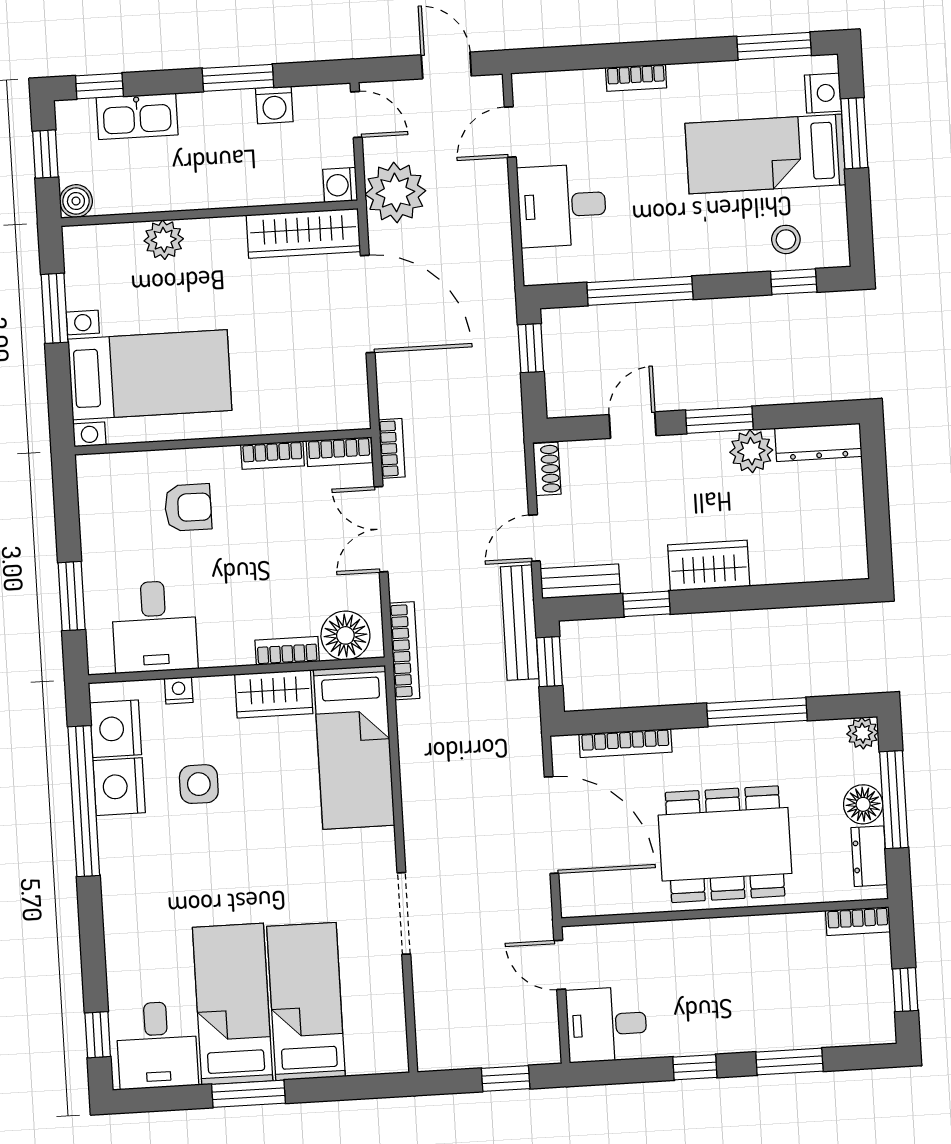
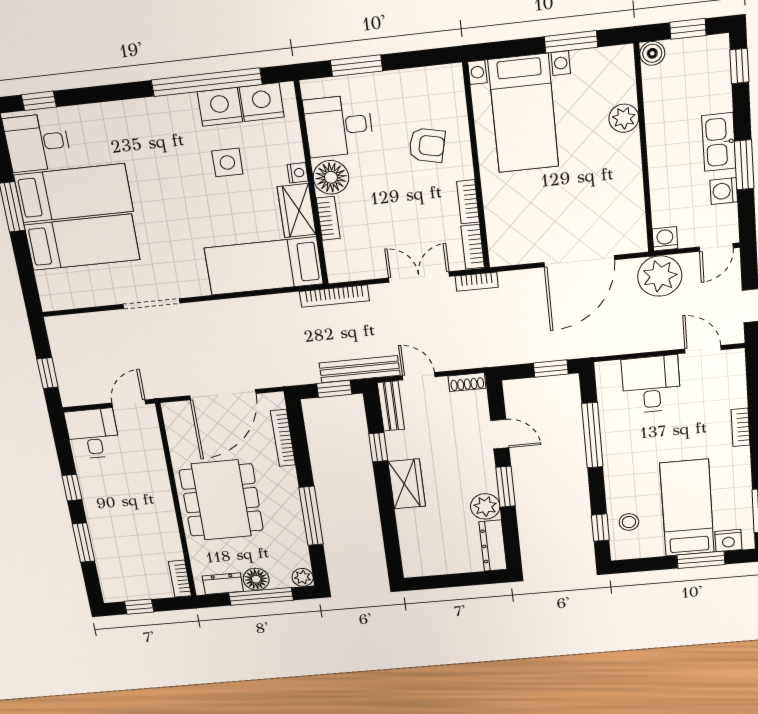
kitchen sink: (137, 116) -> (719, 142), moved
wardrobe: (303, 233) -> (630, 215), removed
armchair: (188, 507) -> (427, 145), turned -77
floor lamp: (345, 635) -> (331, 177), moved
nightstand: (179, 690) -> (298, 173), moved

